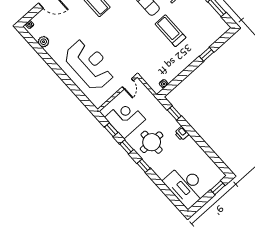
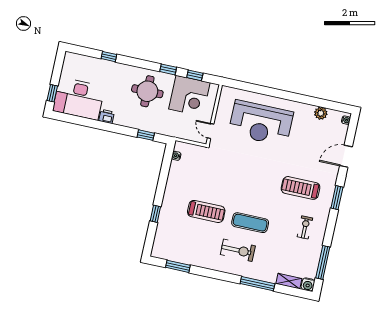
printer: (182, 134) -> (107, 116), moved
window: (144, 166) -> (109, 57), moved
desk: (186, 186) -> (79, 99), moved, turned 180

